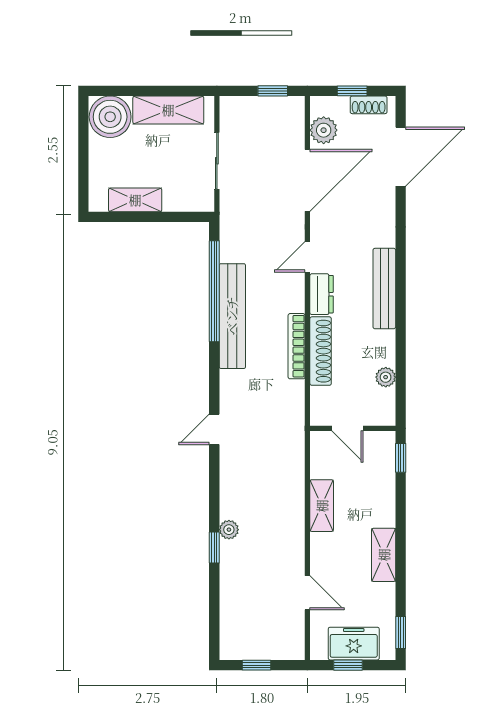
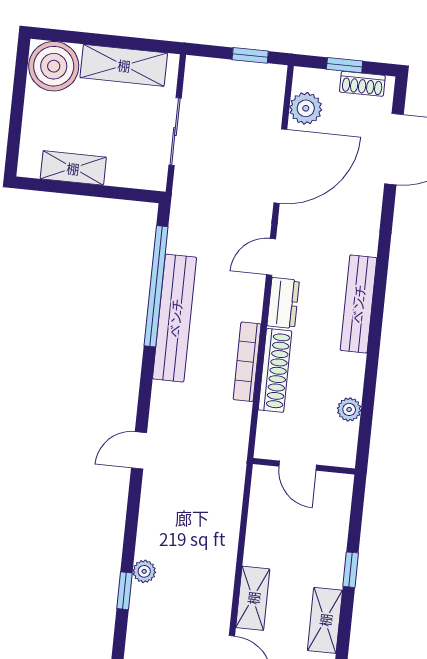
window: (401, 458) -> (351, 570), moved
shelving: (322, 506) -> (253, 598), moved

